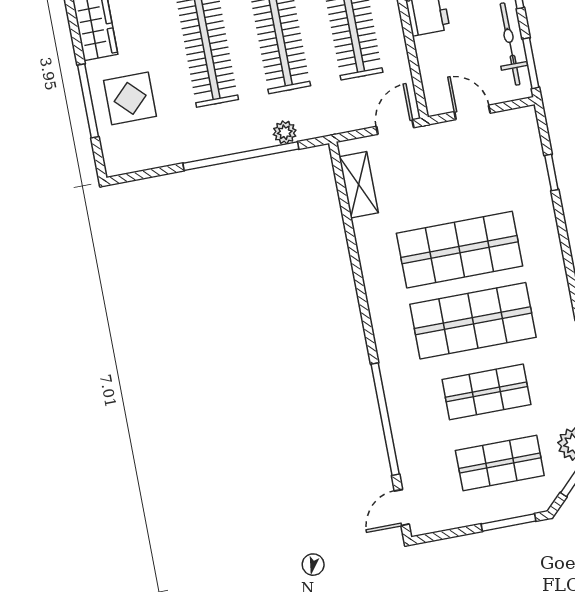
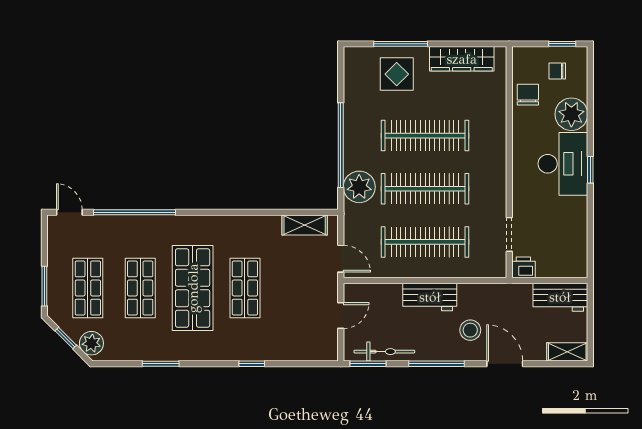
plant: (285, 132) -> (359, 187), width x1.87, depth x1.87
window: (551, 172) -> (252, 364), moved
shop shelf: (460, 250) -> (245, 288), width x0.70, depth x0.74

